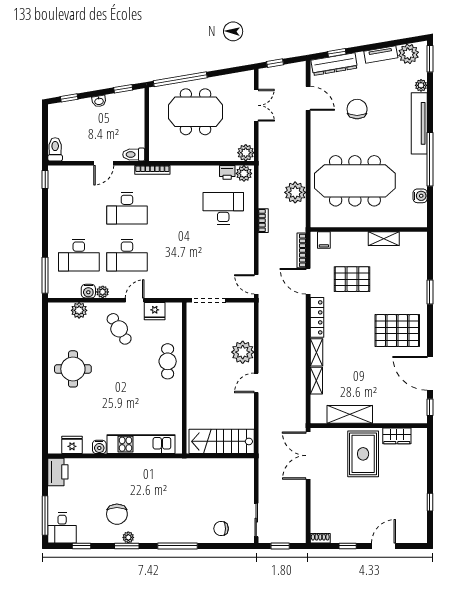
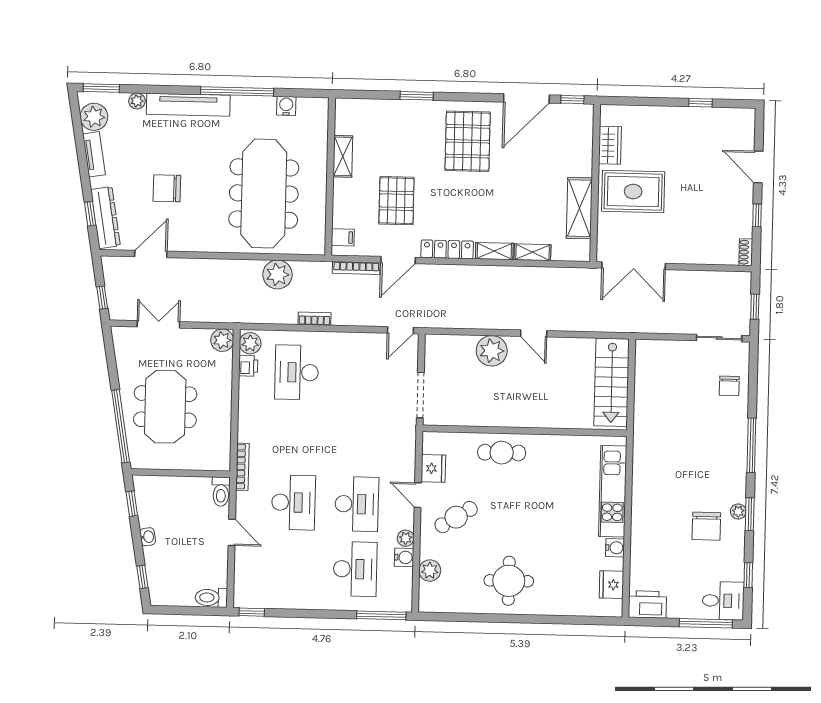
chair: (117, 514) -> (706, 526), turned 90

